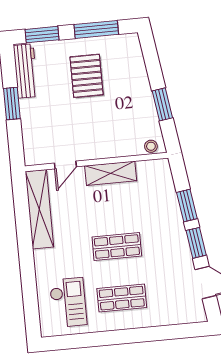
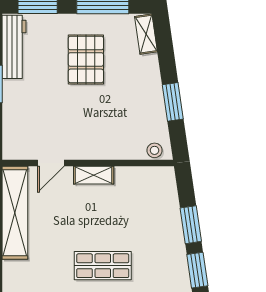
shelving: (135, 50) -> (146, 34), added
shelving: (111, 173) -> (94, 175), width x0.67, depth x0.75

